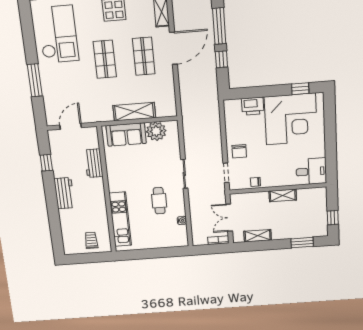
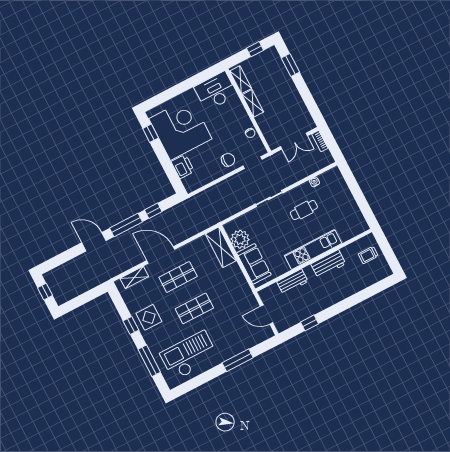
shelving: (134, 112) -> (221, 247), moved
desk: (311, 171) -> (216, 91), width x1.37
workbench: (64, 193) -> (328, 264), moved, turned 180
kitchen unit: (120, 219) -> (313, 249), moved
shelving: (258, 236) -> (241, 80), moved

